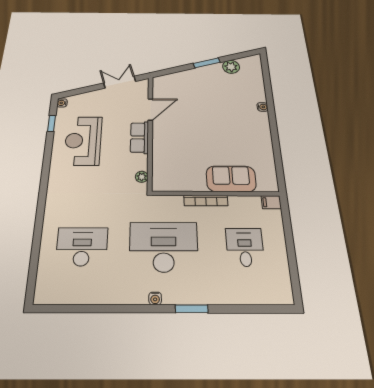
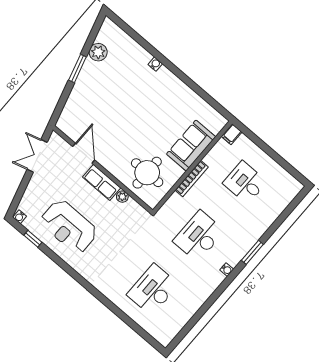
round table: (178, 164) -> (147, 173), added
plant: (142, 177) -> (122, 197), moved
desk: (164, 247) -> (199, 236), width x0.73, depth x0.77

